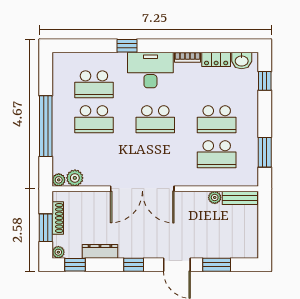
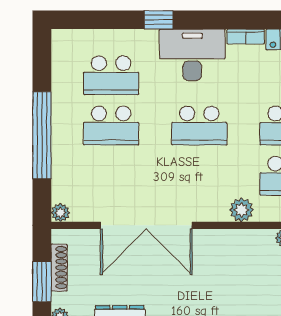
plant: (75, 178) -> (242, 210), moved
double door: (142, 189) -> (146, 225), moved

